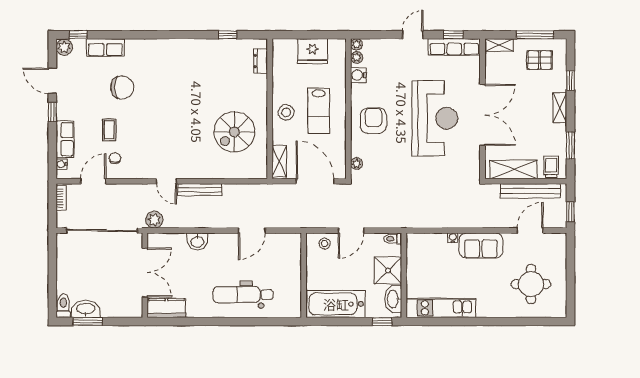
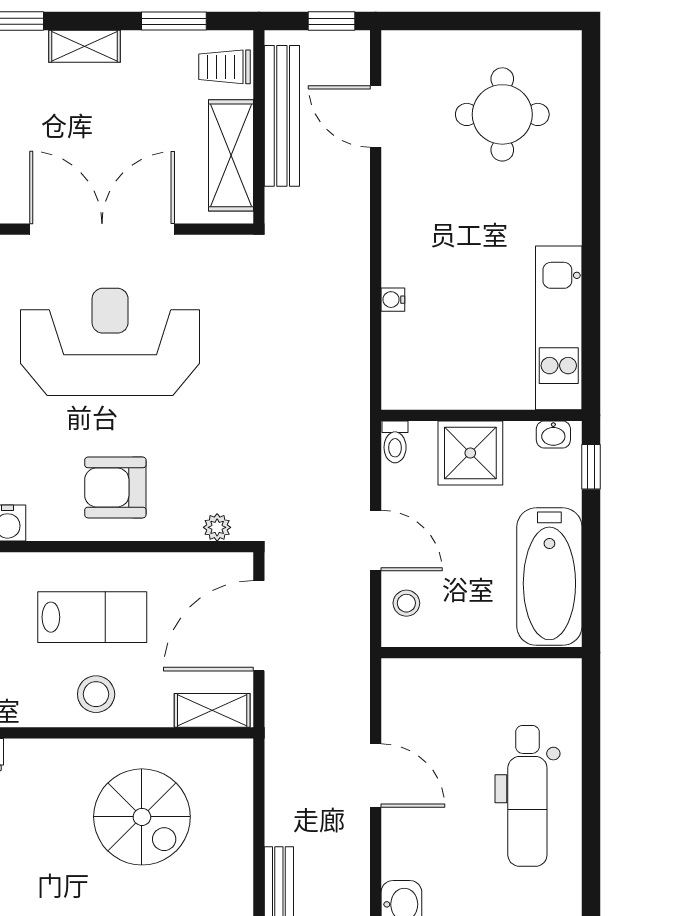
sofa: (481, 246) -> (411, 233), removed
washbasin: (393, 299) -> (553, 434), width x0.52, depth x0.69

